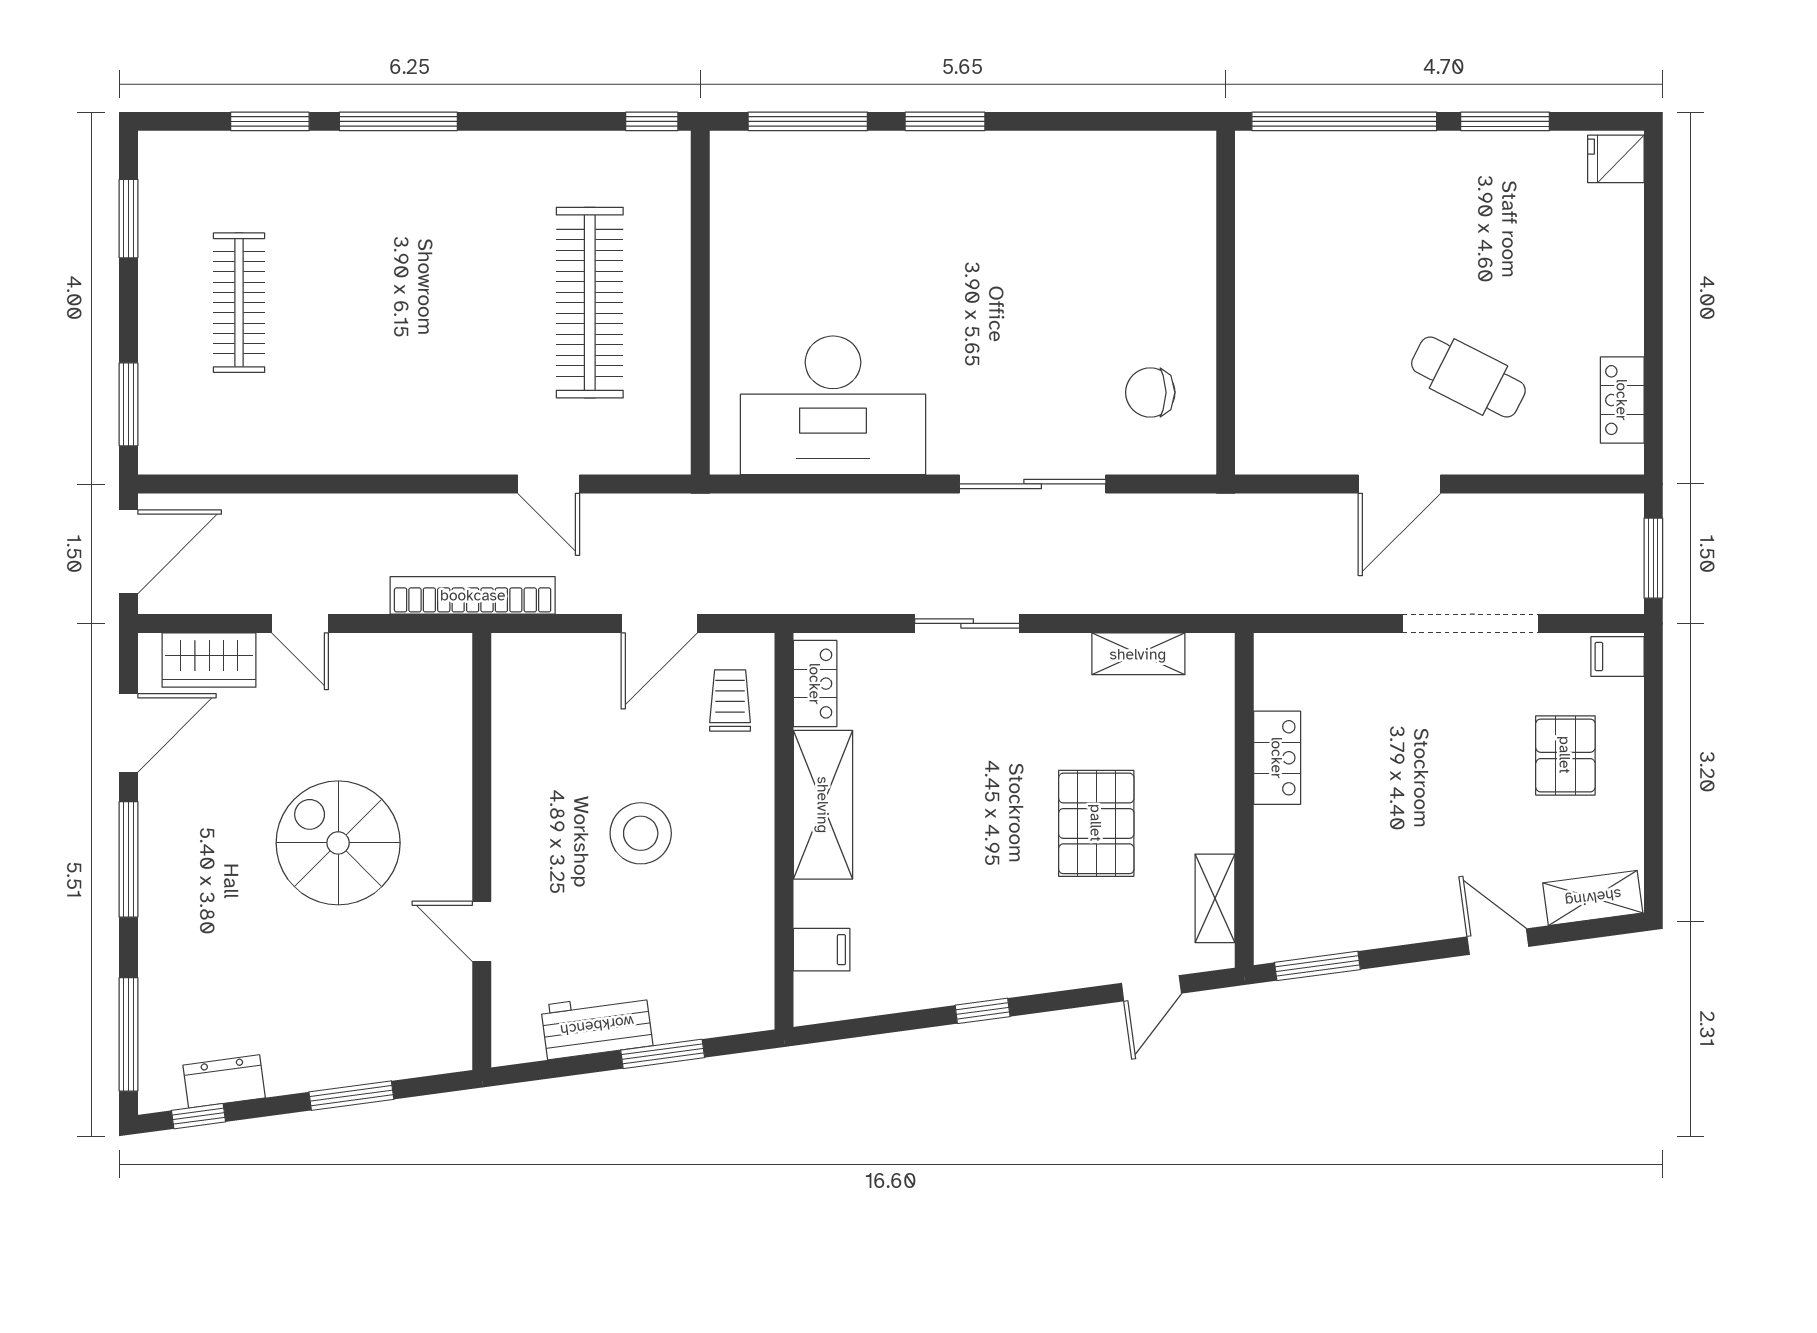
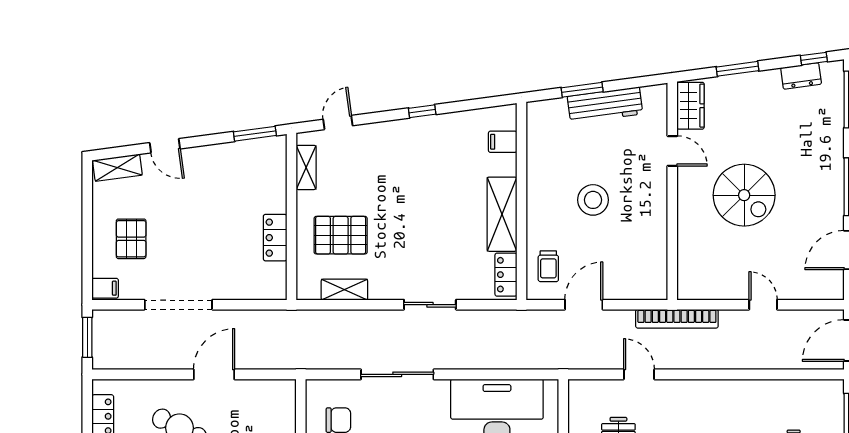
wardrobe: (209, 660) -> (691, 106), moved, turned 90
pallet: (1096, 823) -> (341, 235), moved, turned 90
workbench: (597, 1026) -> (605, 105), width x1.38

